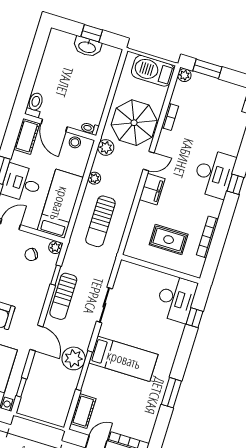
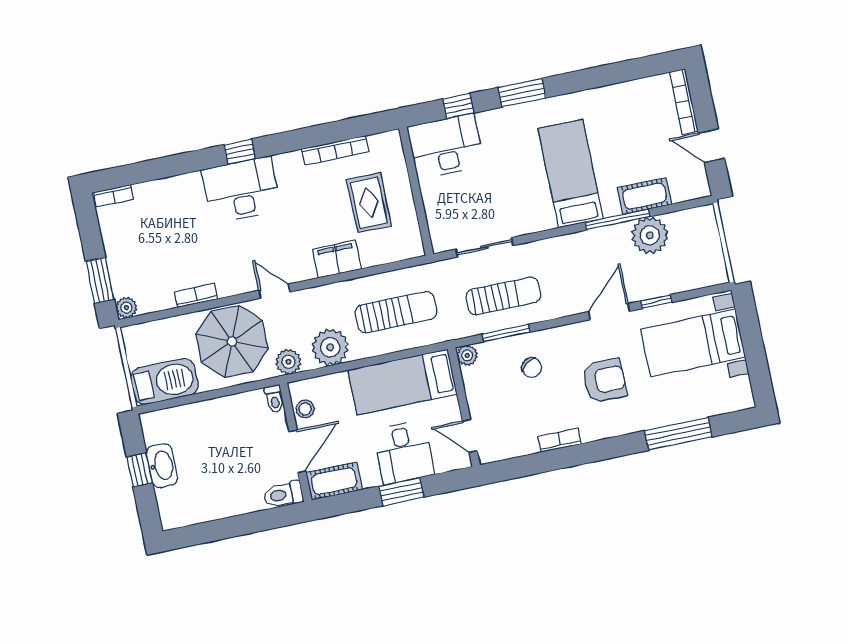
barbecue: (153, 71) -> (164, 381), moved, turned -90
plant: (94, 178) -> (330, 347), width x1.88, depth x1.88
filing cabinet: (152, 189) -> (337, 259), moved
chair: (31, 255) -> (532, 367), moved
window: (56, 275) -> (506, 333), width x1.50
sun lounger: (63, 296) -> (503, 296), moved
sliding door: (104, 305) -> (484, 247), moved
plant: (74, 358) -> (650, 235), moved
window: (21, 387) -> (656, 302), moved
window: (171, 393) -> (522, 93), moved
cot: (83, 411) -> (644, 196), moved

